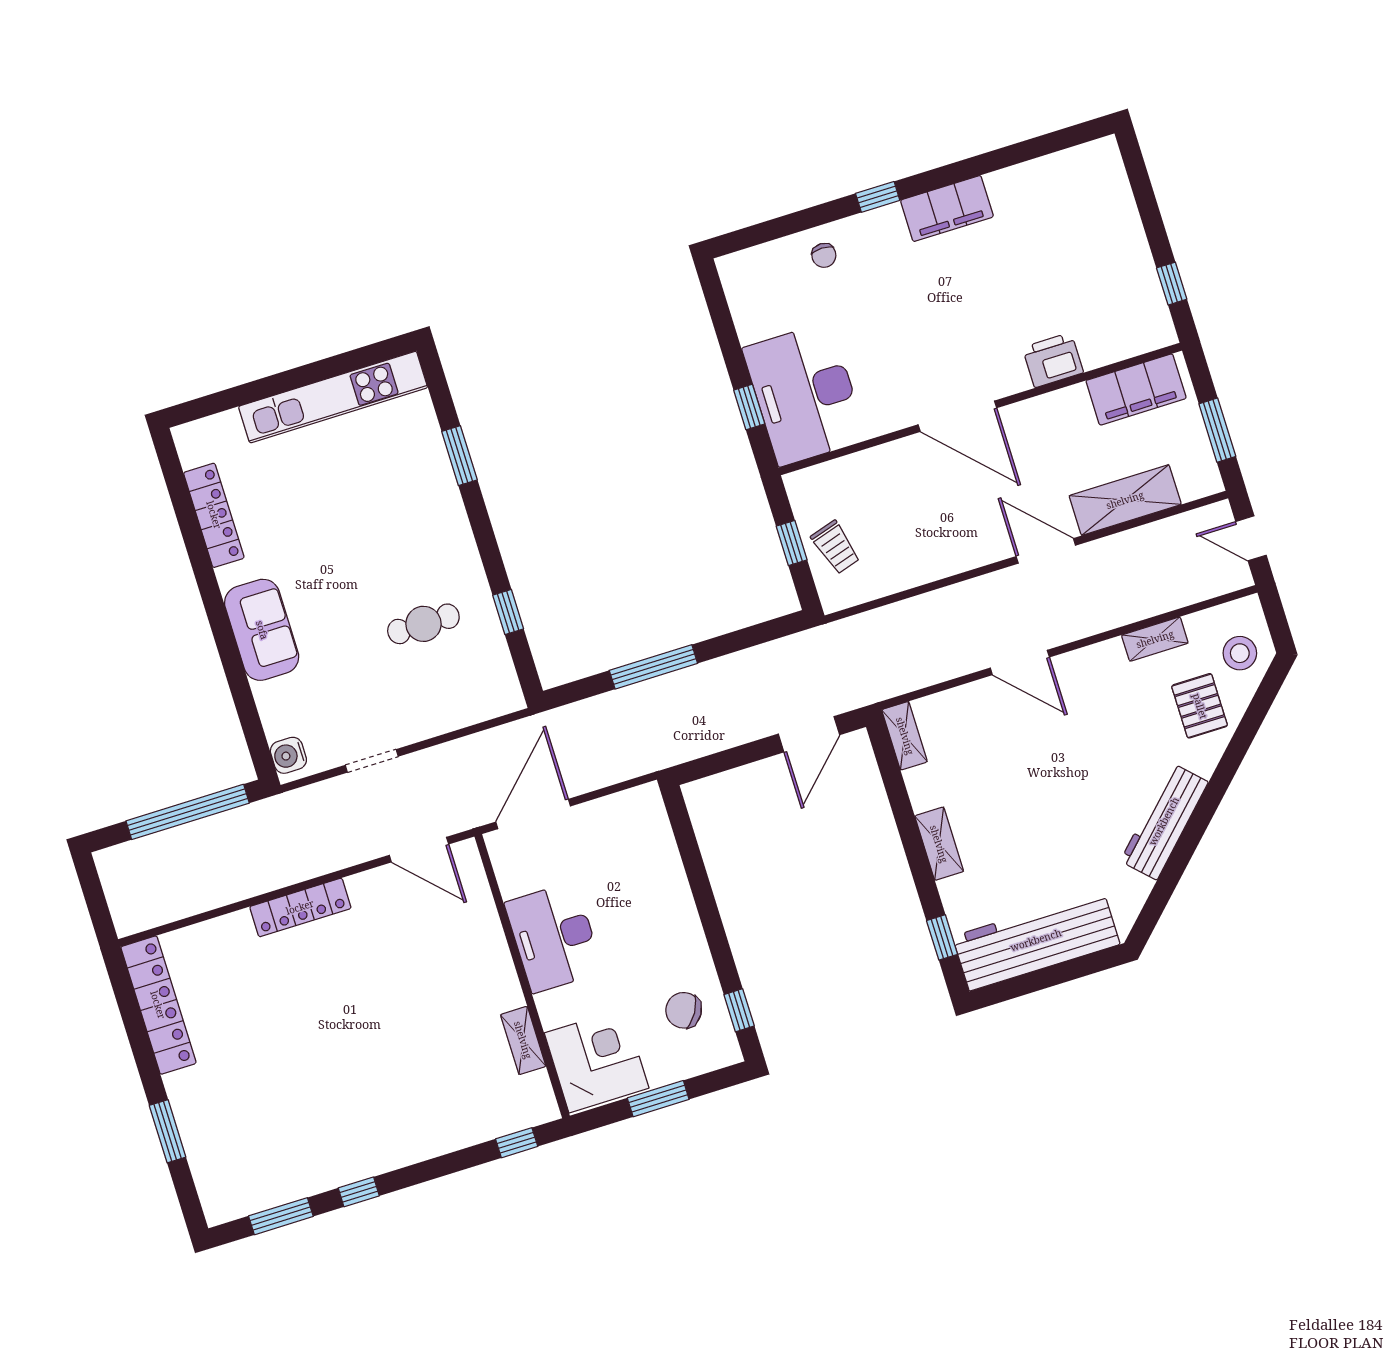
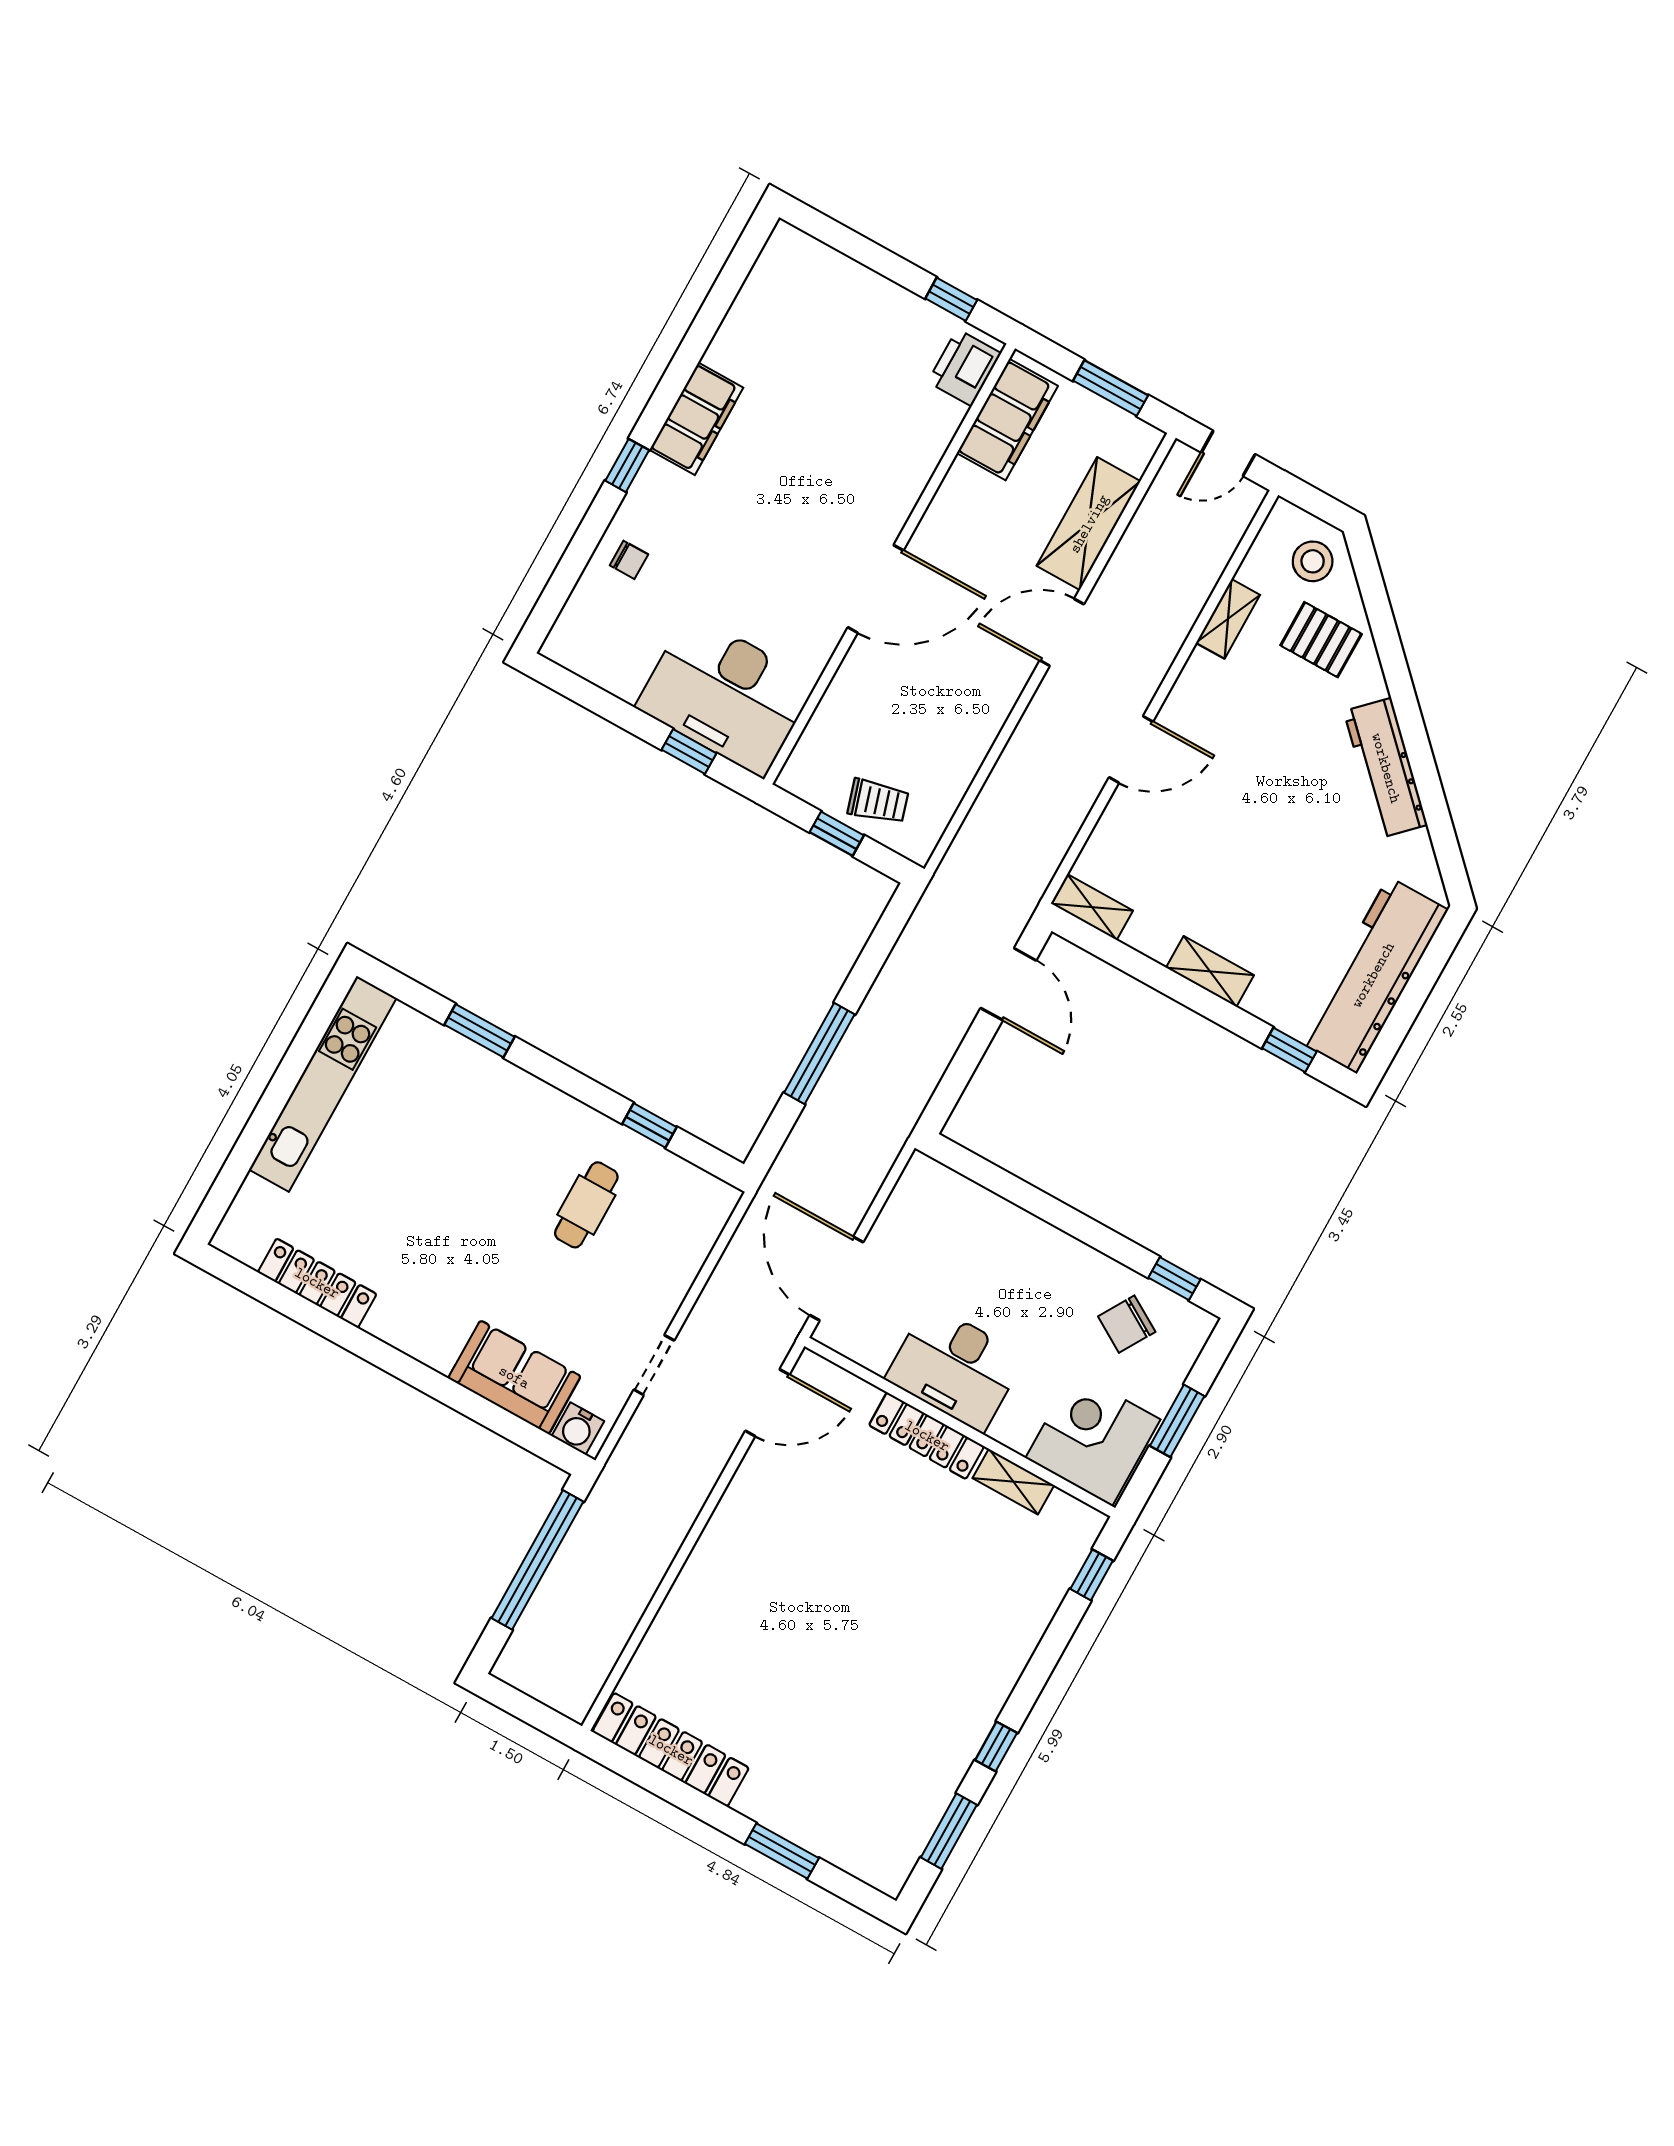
printer: (1053, 360) -> (964, 368), moved
sofa: (262, 630) -> (514, 1377), moved
locker: (300, 907) -> (927, 1436), moved, turned 90

